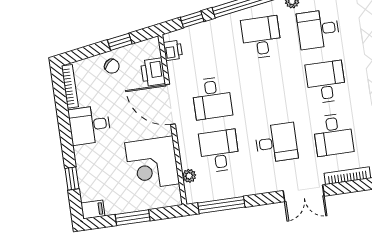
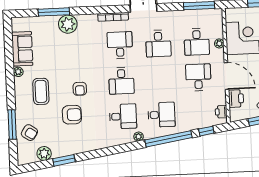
desk: (261, 37) -> (161, 115), turned -90
desk: (276, 143) -> (158, 43), turned -90
plant: (189, 176) -> (219, 43), moved

